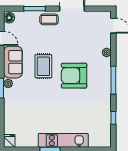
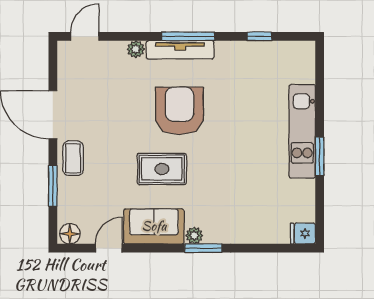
armchair: (74, 76) -> (179, 111), turned 180
tv unit: (106, 76) -> (180, 50), added

